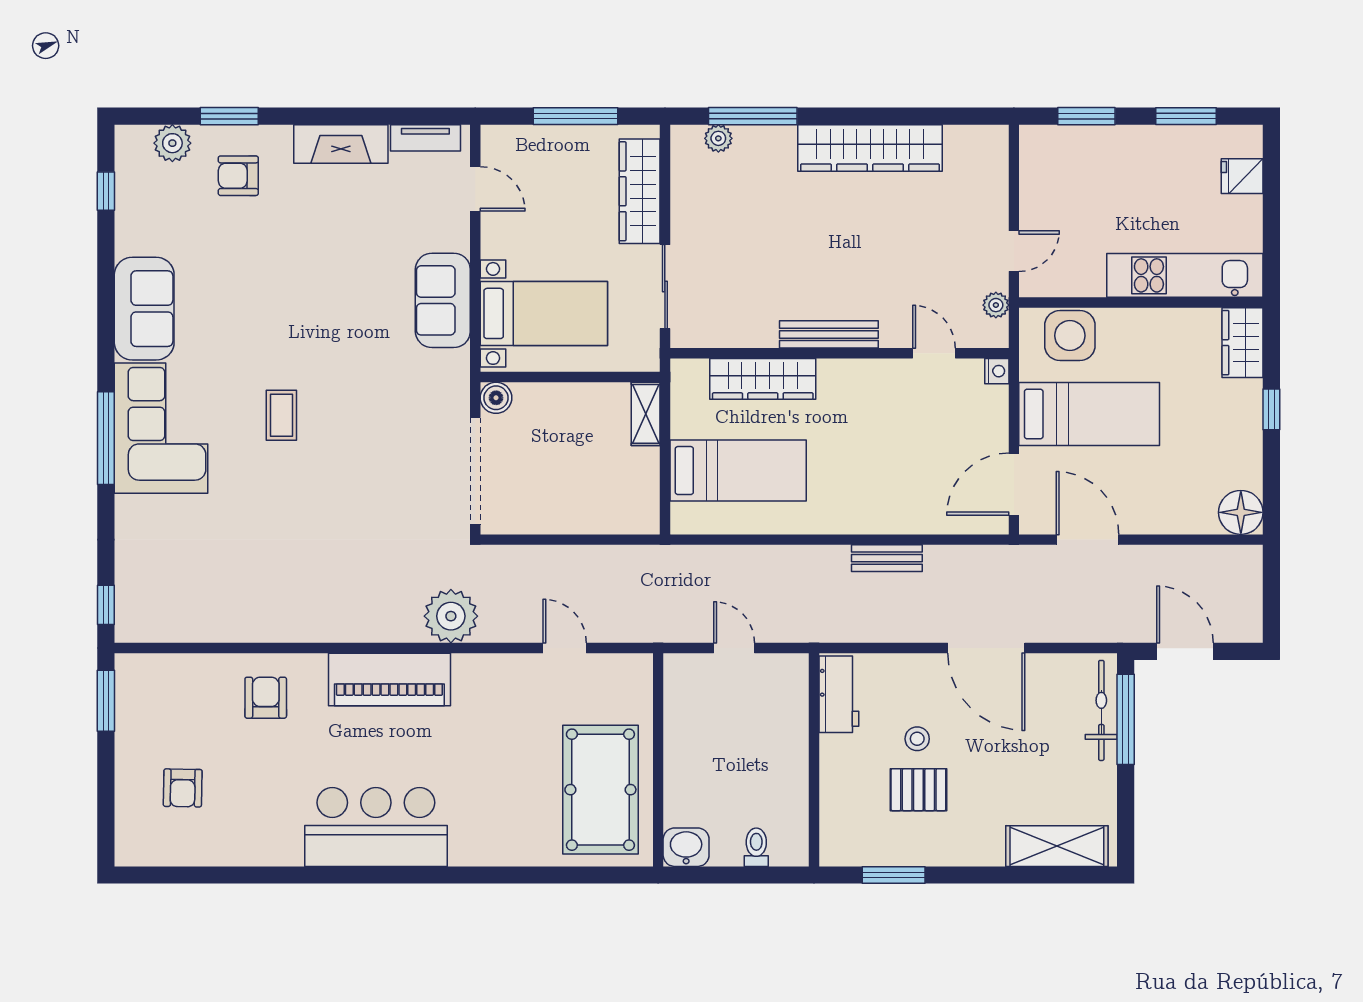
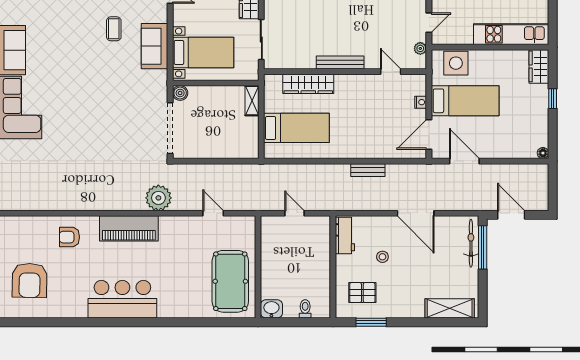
nightstand: (997, 371) -> (421, 102), moved
coffee table: (281, 415) -> (114, 29), moved
floor lamp: (1241, 512) -> (543, 153), width x0.53, depth x0.53
armchair: (266, 698) -> (69, 237), turned -90
armchair: (183, 788) -> (30, 280), width x1.88, depth x1.88
pallet: (918, 790) -> (362, 293), moved

